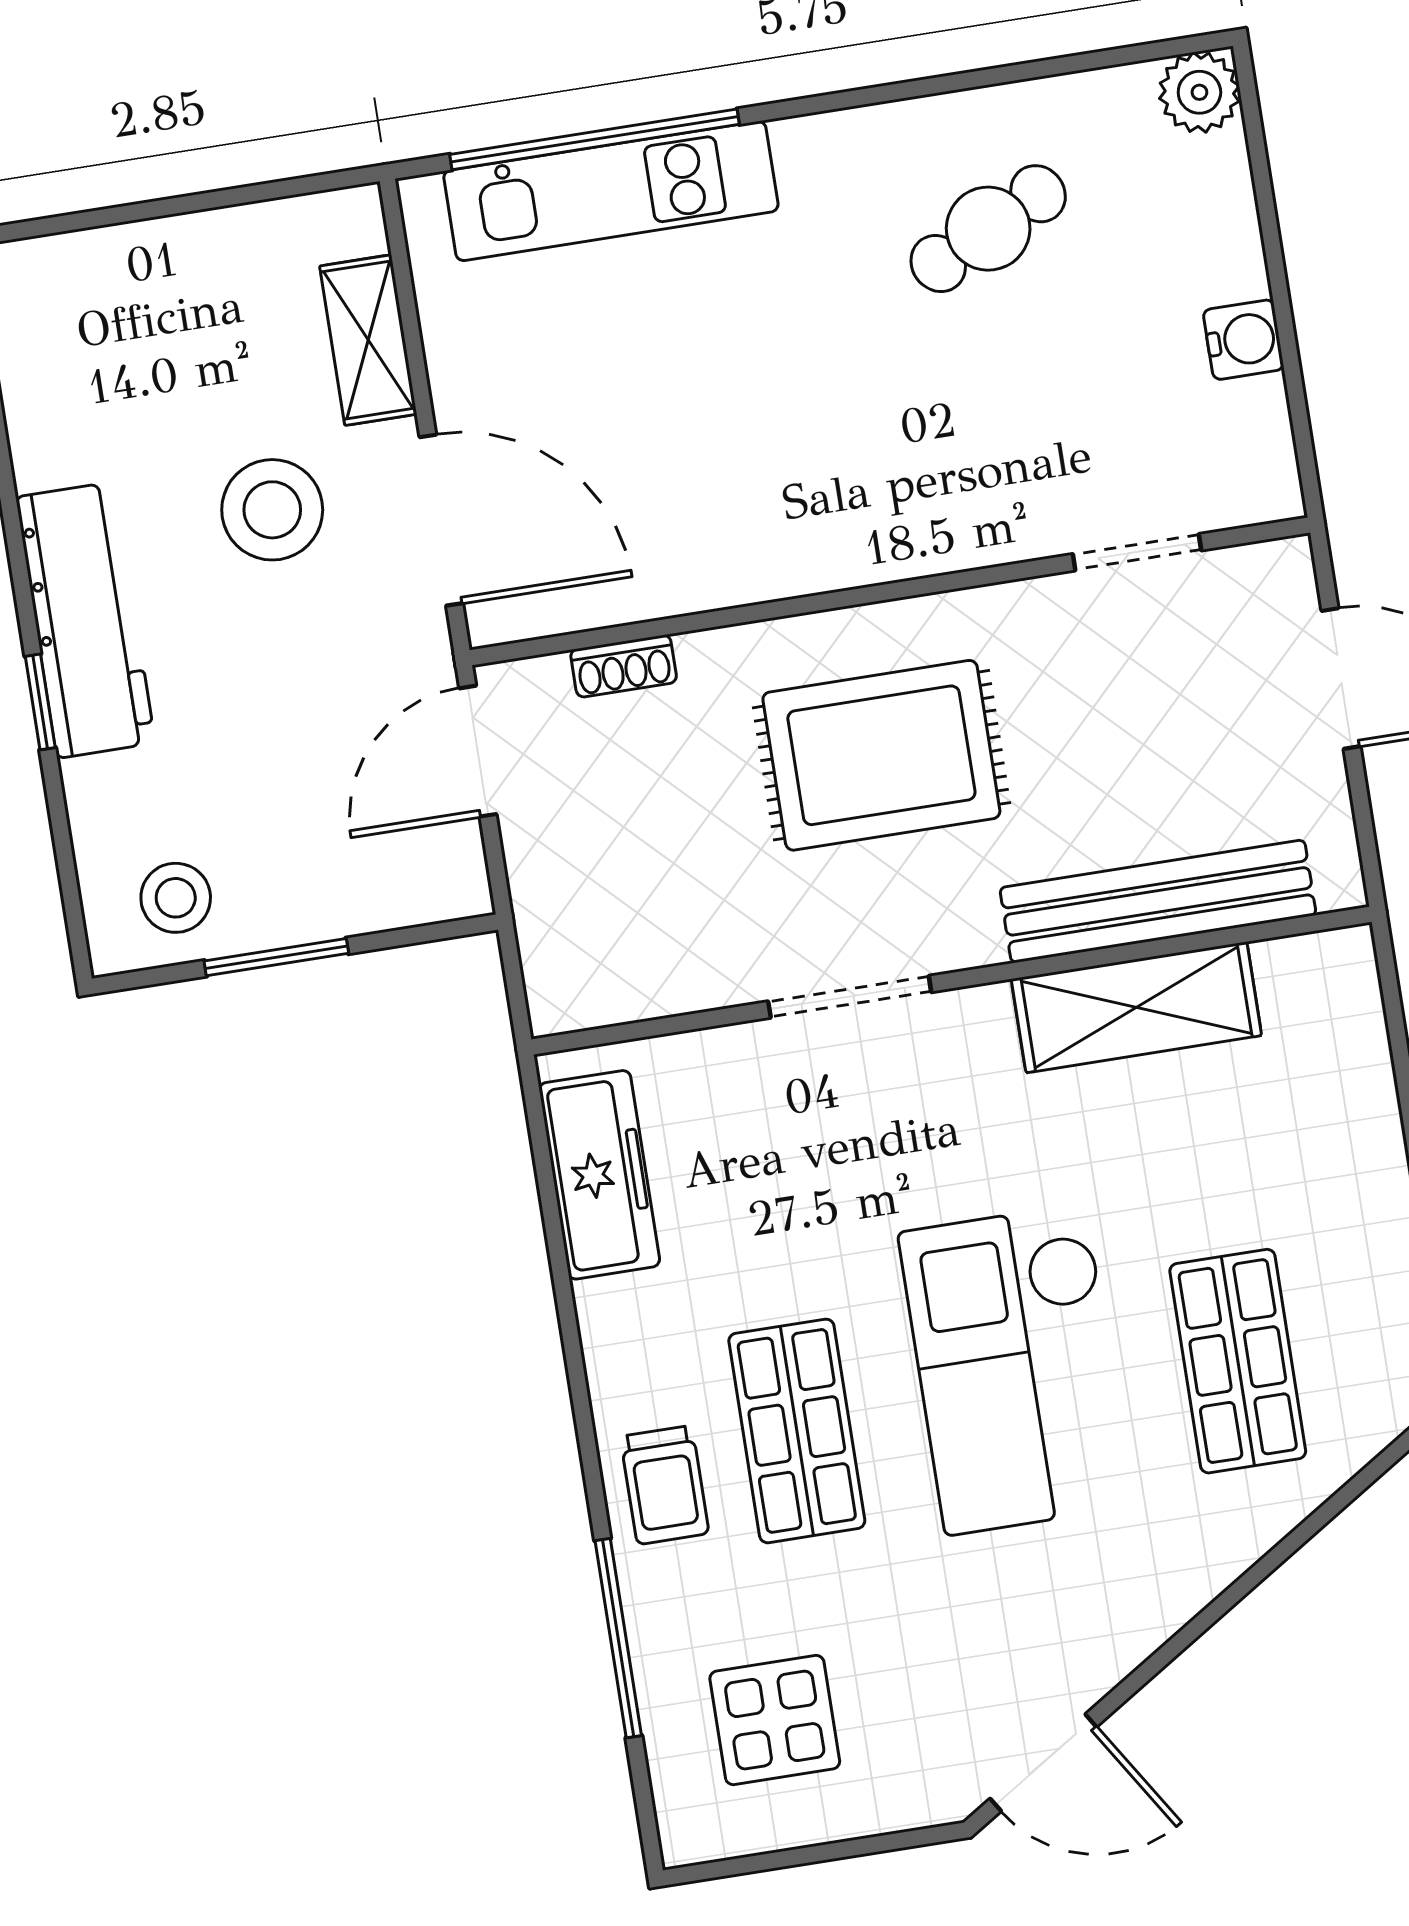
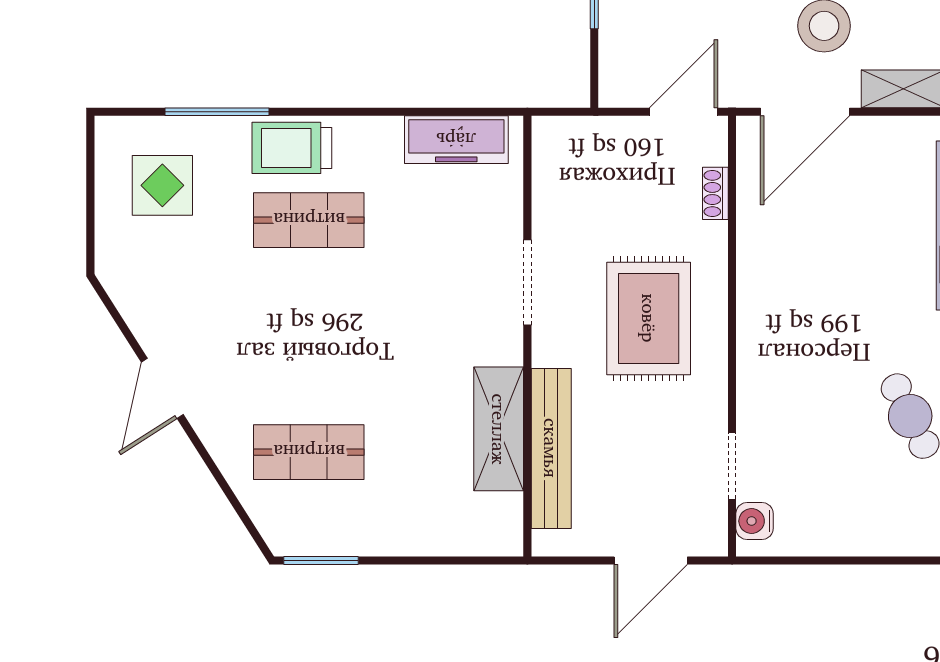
water cooler: (1244, 340) -> (755, 521), moved, turned 90
door: (478, 751) -> (684, 112), hinge flipped
checkout: (1016, 1369) -> (323, 338), removed
trolley: (665, 1485) -> (292, 148), width x1.36, depth x1.39
door: (1043, 1763) -> (162, 388), moved

